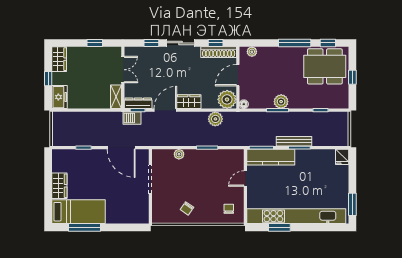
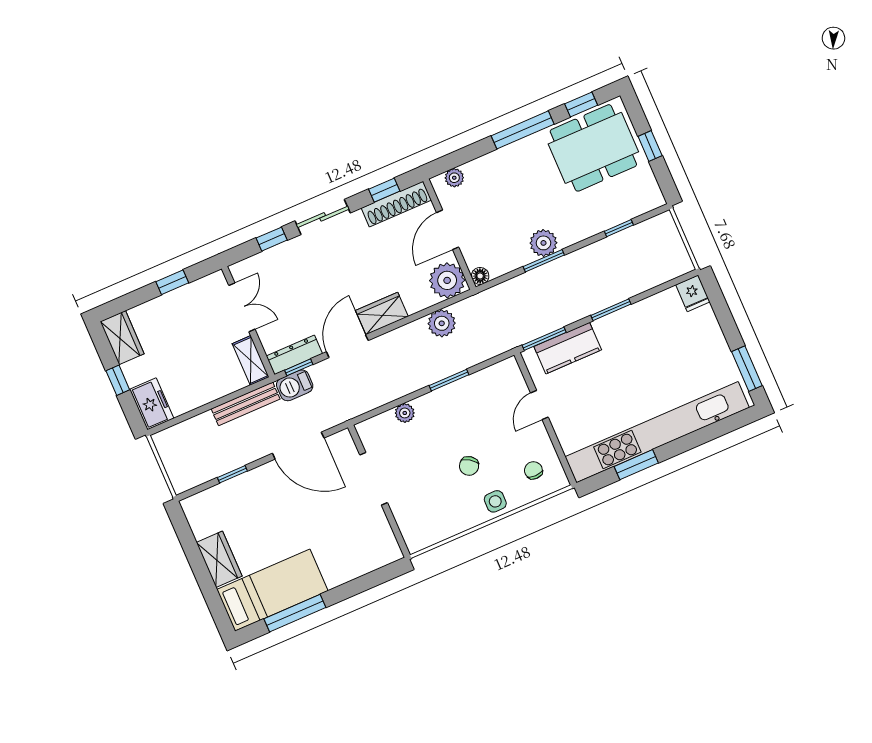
bench: (294, 141) -> (246, 404), moved
kitchen counter: (271, 157) -> (568, 348), width x0.67
chair: (187, 208) -> (469, 466), moved
side table: (204, 216) -> (495, 501), added

